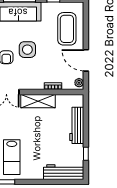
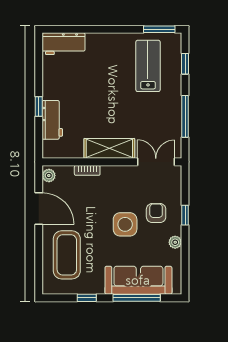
workbench: (77, 125) -> (52, 120), width x0.73
window: (86, 154) -> (39, 107), moved
workbench: (64, 172) -> (64, 44), width x0.73

